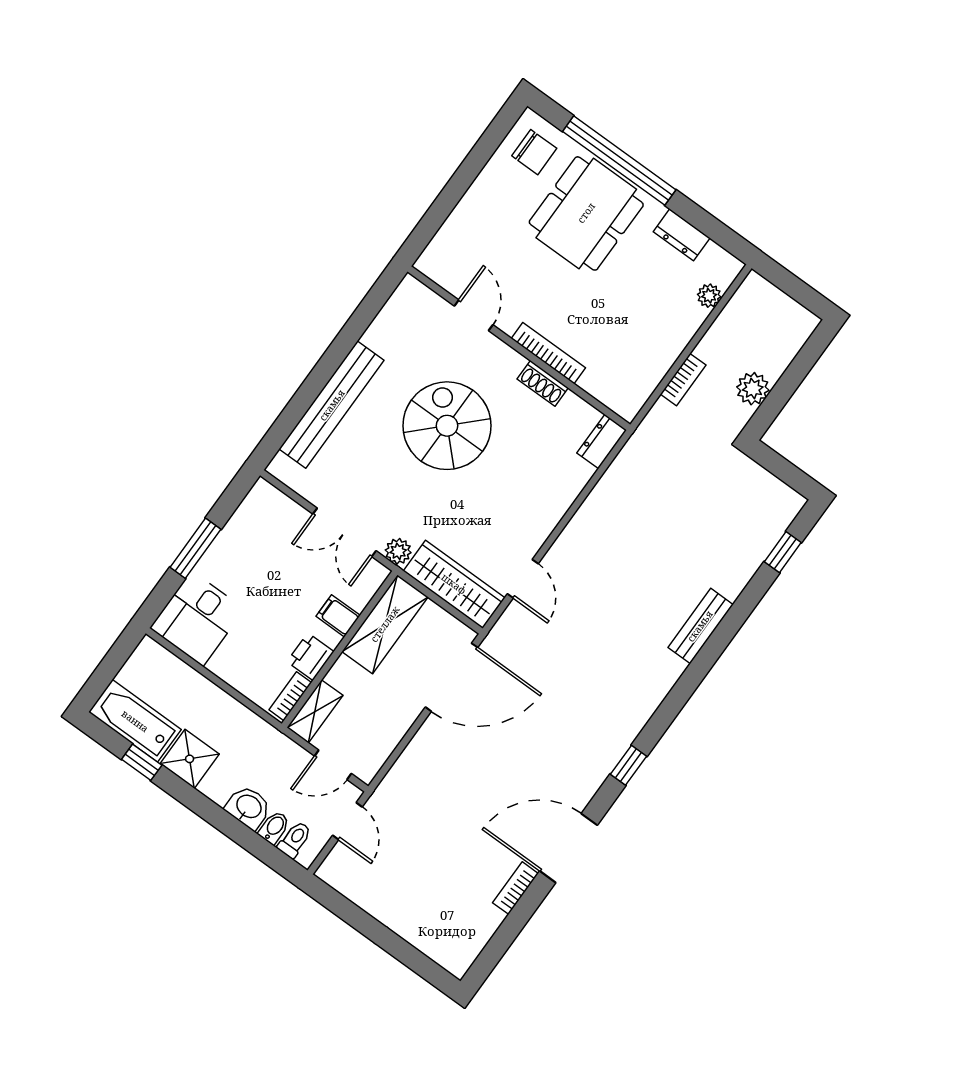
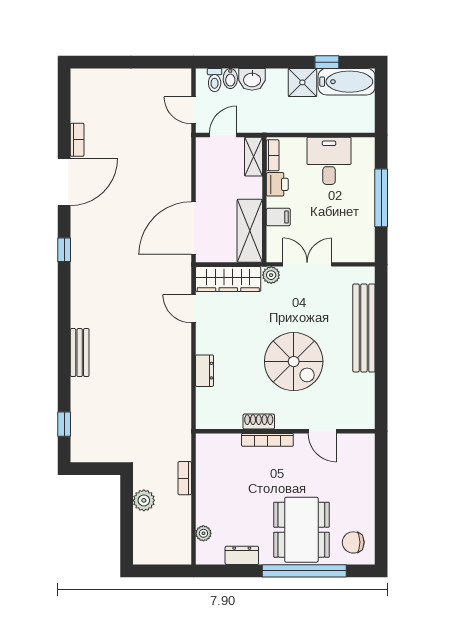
dresser: (602, 441) -> (204, 371), moved
window: (195, 548) -> (381, 198), width x1.44
desk: (197, 618) -> (329, 161), moved

